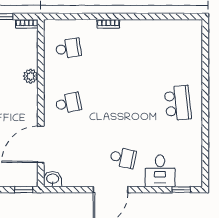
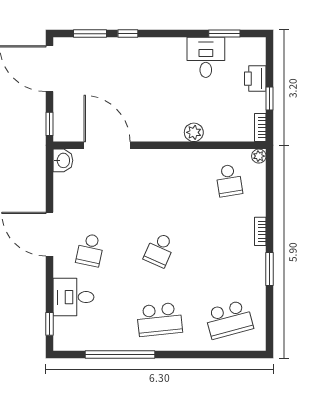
window: (138, 17) -> (270, 269), added
plant: (49, 25) -> (259, 156), added
school desk: (178, 48) -> (229, 319), added
school desk: (68, 103) -> (160, 250), moved, turned 36
window: (205, 134) -> (120, 355), added

